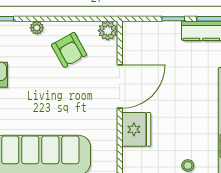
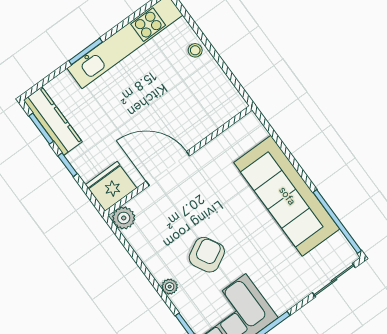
armchair: (69, 50) -> (207, 255), moved
fridge: (136, 129) -> (111, 186), moved

